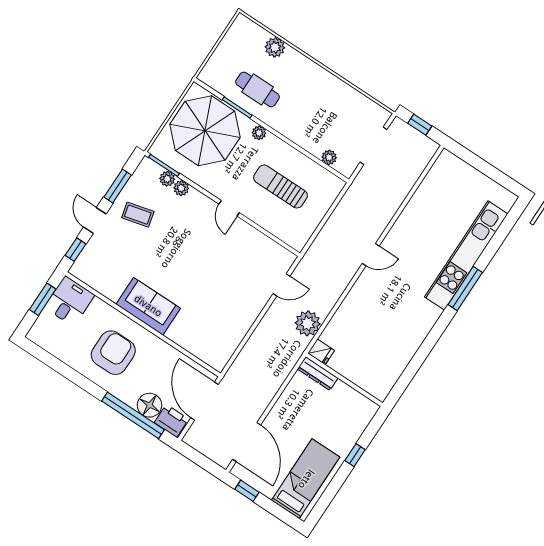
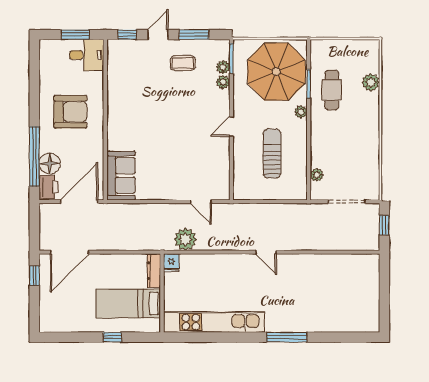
coffee table: (138, 215) -> (183, 63), turned -76
kitchen unit: (466, 255) -> (214, 322), moved
sofa: (148, 306) -> (121, 176), moved
bed: (306, 479) -> (128, 303), moved, turned 180

